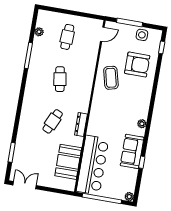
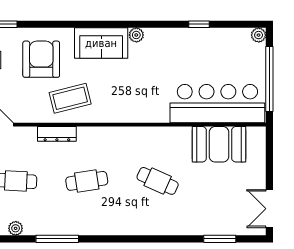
dresser: (81, 124) -> (57, 134), moved
sofa: (132, 151) -> (101, 43), moved

